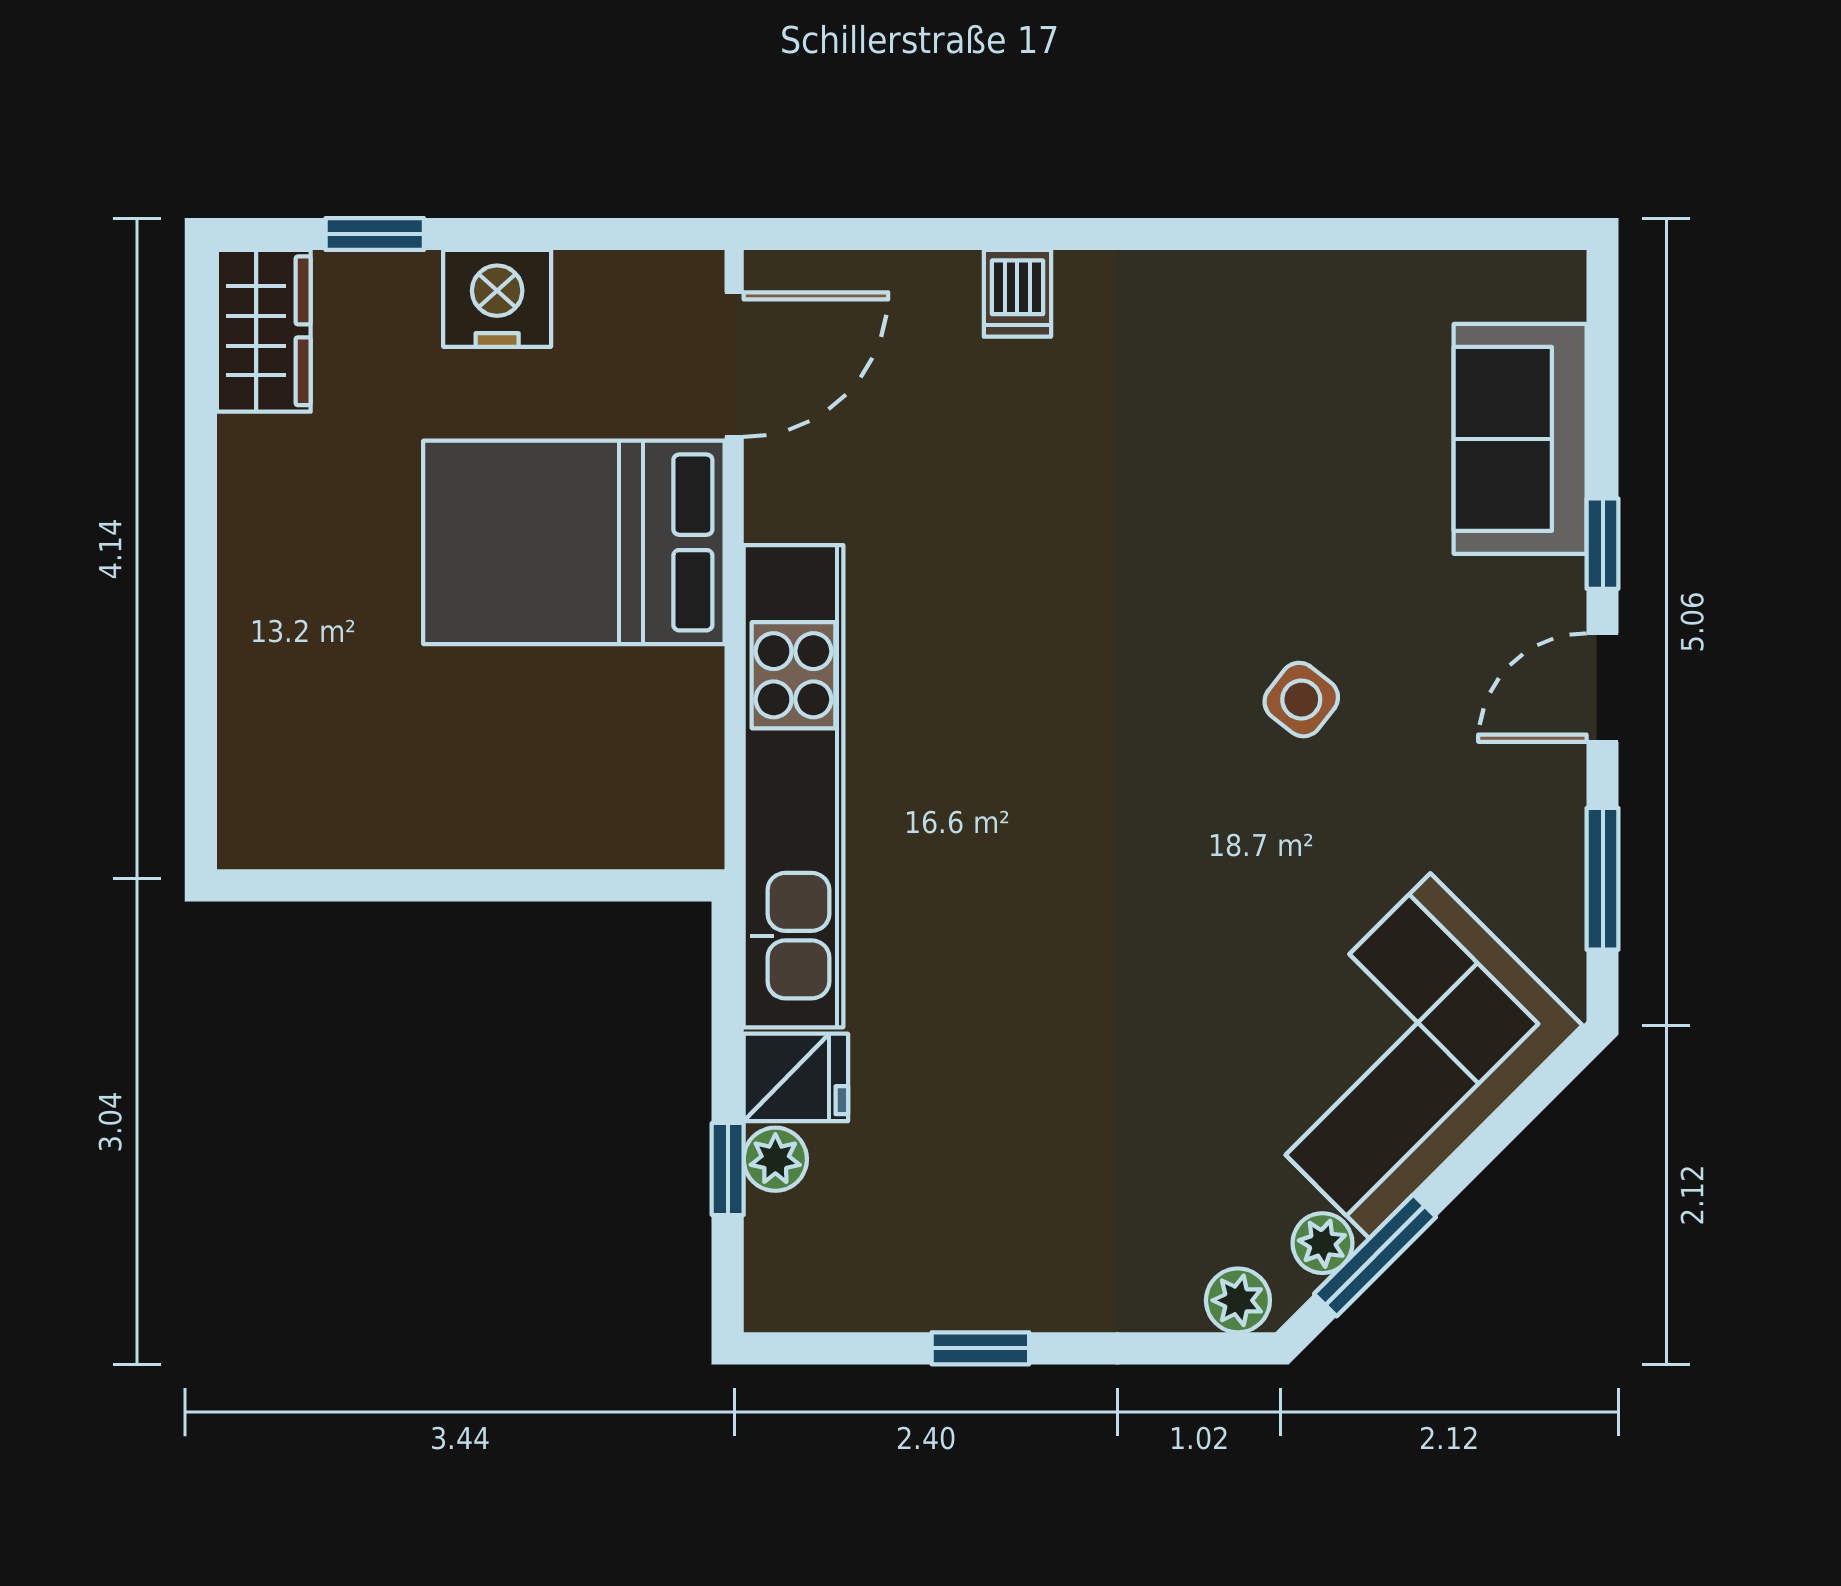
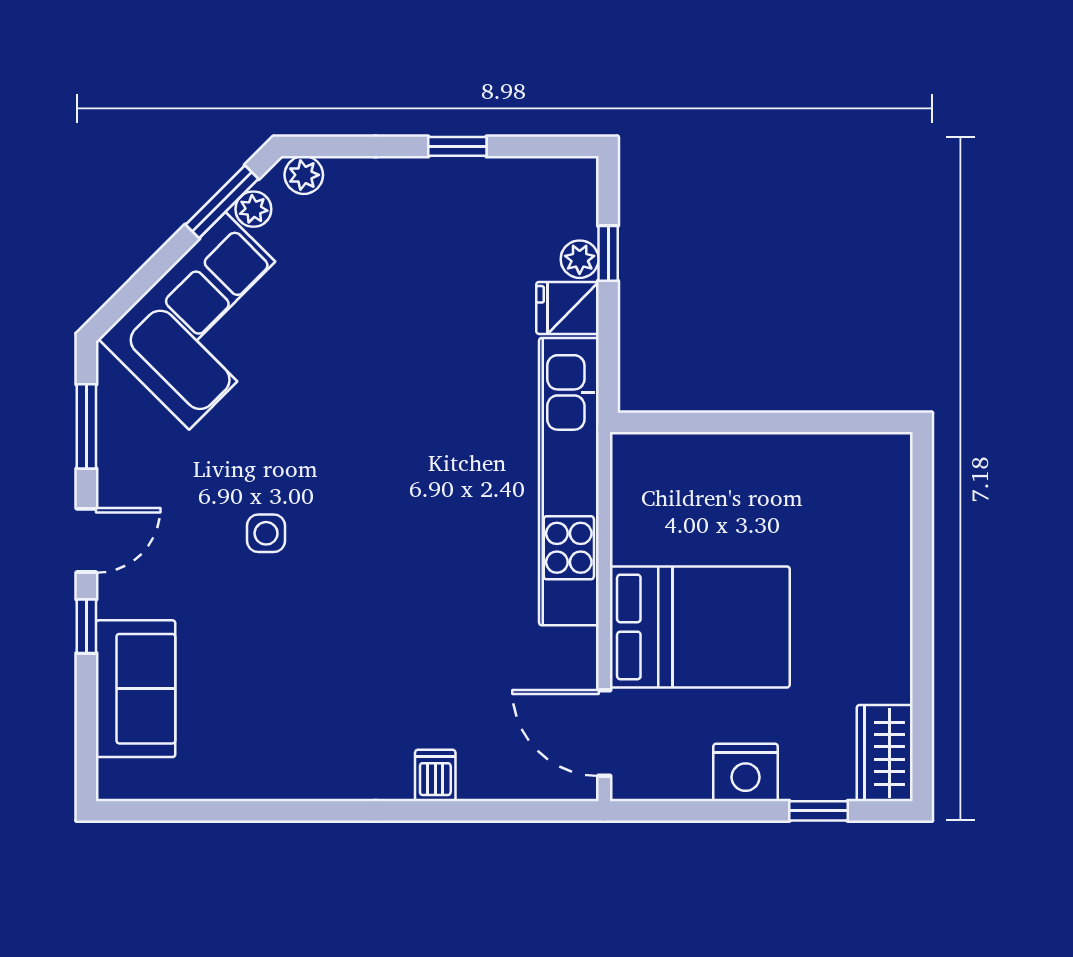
door: (734, 365) -> (604, 733), hinge flipped
side table: (1301, 700) -> (266, 533), turned -38

